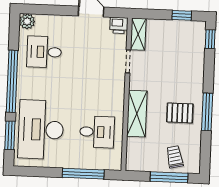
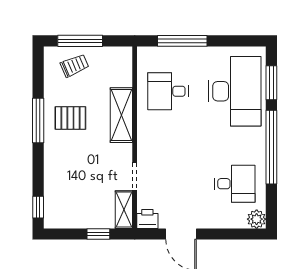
window: (182, 15) -> (98, 234), moved
trolley: (175, 157) -> (75, 65), turned -100

